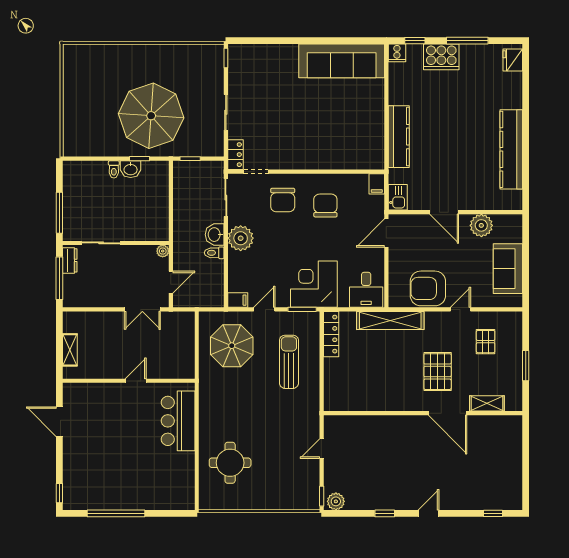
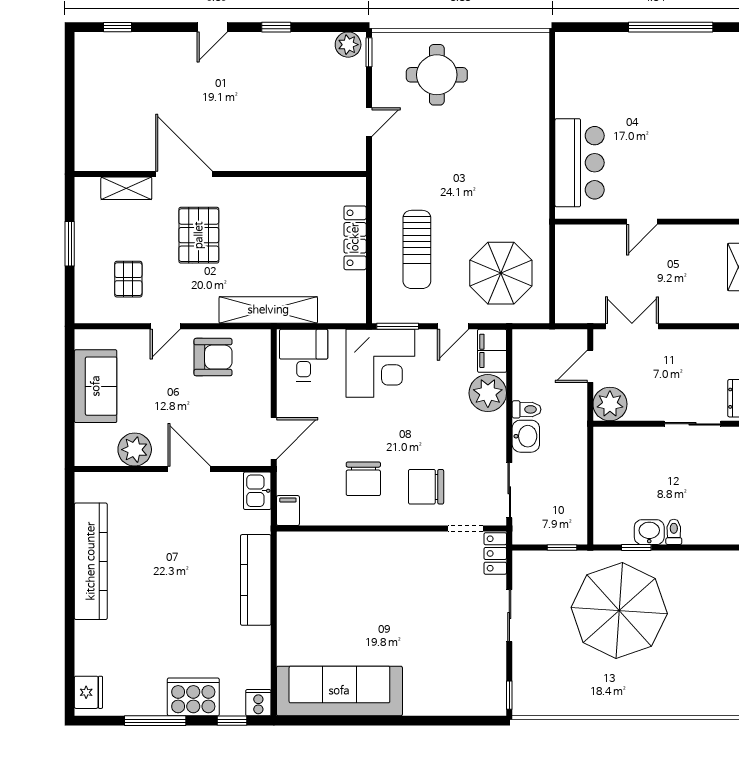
chair: (283, 200) -> (426, 487), turned -90
plant: (241, 238) -> (488, 393), moved
plant: (163, 251) -> (610, 404), width x1.87, depth x1.87
armchair: (428, 288) -> (213, 357), width x0.73, depth x0.73
filing cabinet: (238, 300) -> (492, 351), width x2.00
locker: (331, 334) -> (355, 238), moved
round table: (230, 463) -> (437, 75), moved

